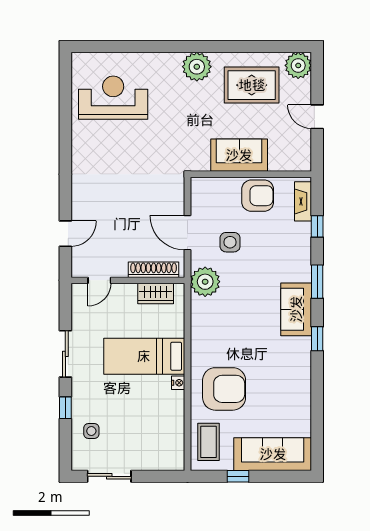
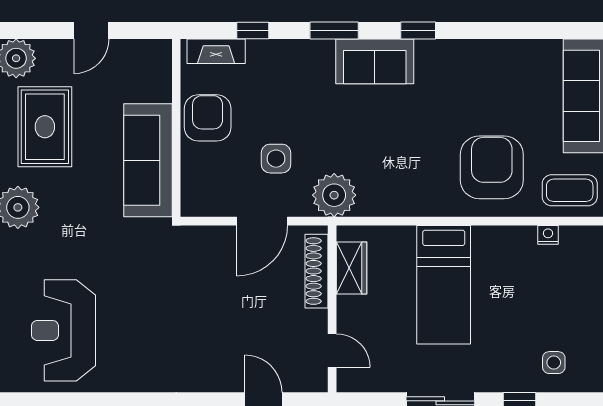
sofa: (239, 155) -> (148, 160), width x1.36
nightstand: (178, 383) -> (548, 235), moved

